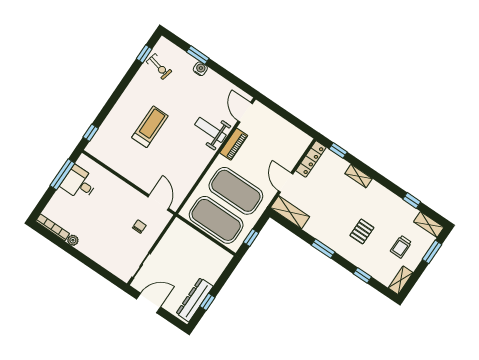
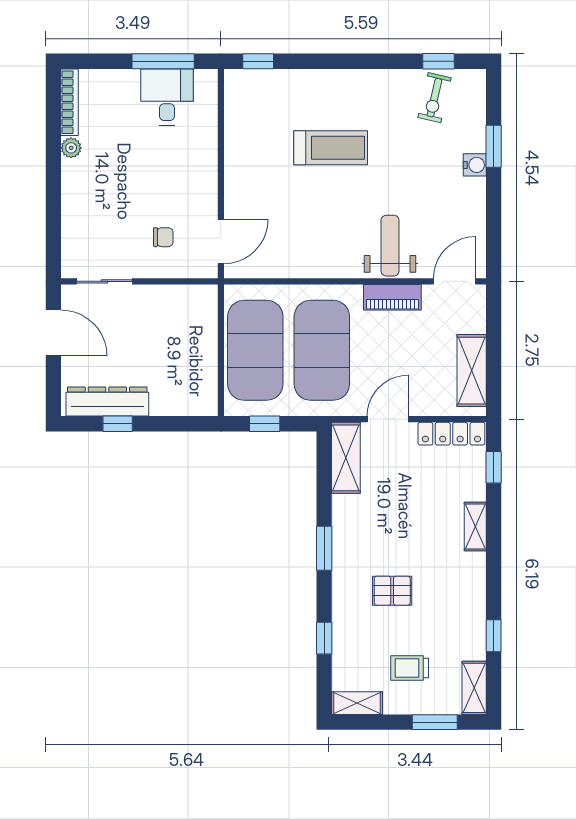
shelving: (289, 131) -> (472, 371), added

